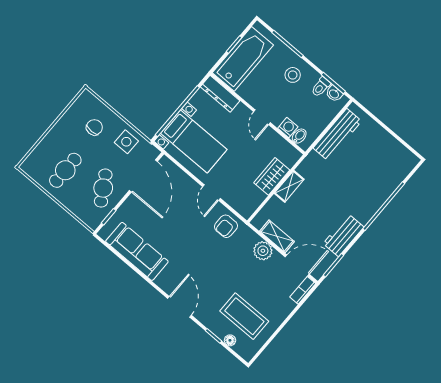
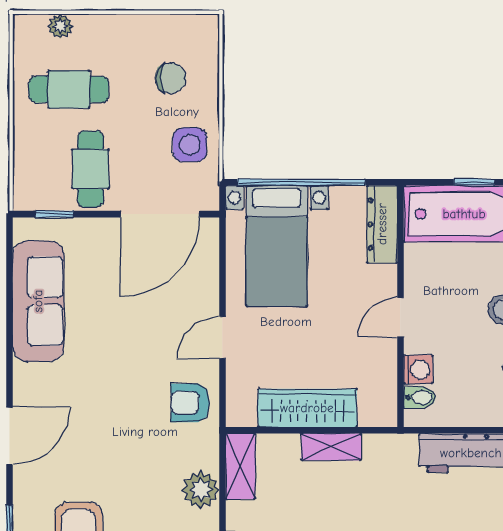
plant: (38, 153) -> (60, 26), added
wardrobe: (272, 176) -> (307, 408), width x1.50
cafe table: (103, 188) -> (91, 169), turned -59
shelving: (277, 236) -> (240, 466), moved

